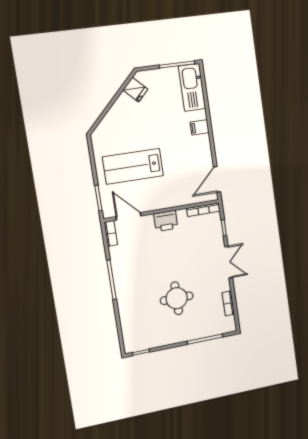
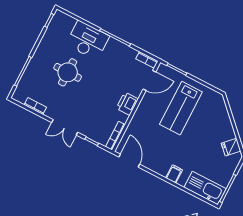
lab bench: (133, 166) -> (181, 108), turned 180
desk: (133, 303) -> (87, 40), added

